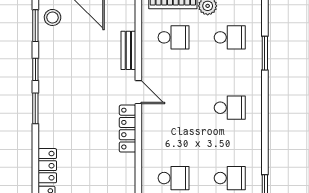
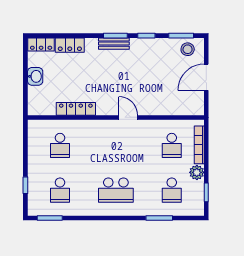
bench: (128, 50) -> (114, 44), moved
door: (138, 92) -> (128, 117), swing flipped
school desk: (230, 108) -> (116, 190), width x1.85
locker: (128, 129) -> (76, 109), moved

